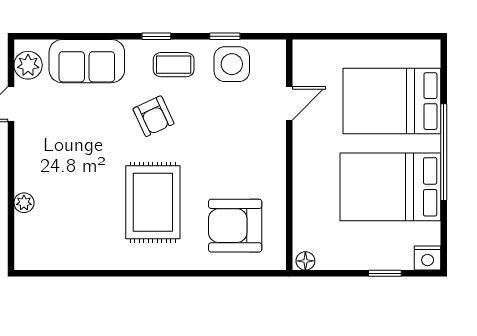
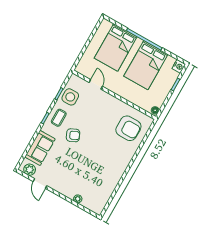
rug: (153, 202) -> (104, 153), removed
armchair: (235, 226) -> (128, 128), turned -90

